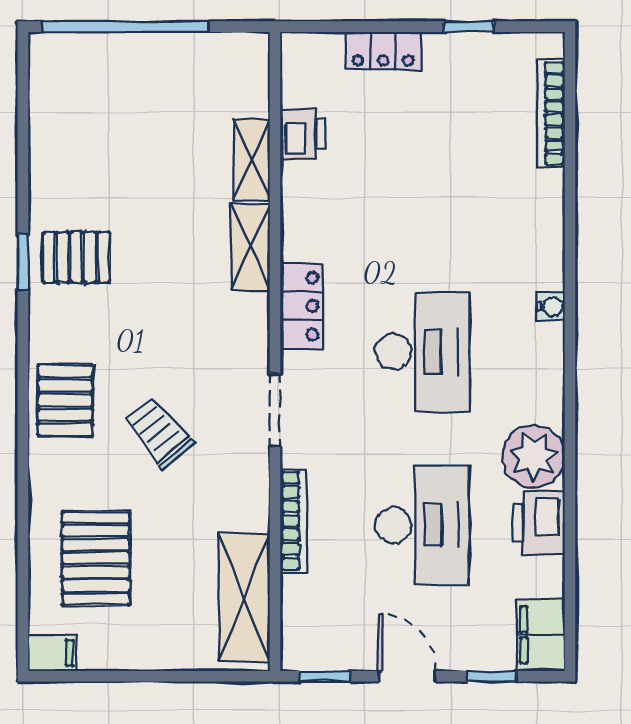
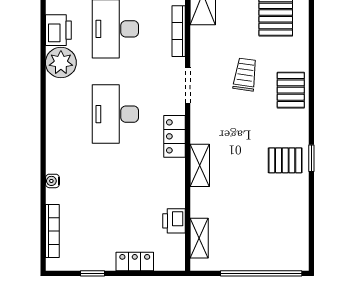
shelving: (252, 160) -> (199, 238), moved
water cooler: (551, 307) -> (52, 181), moved
trolley: (158, 432) -> (245, 75), turned -132

